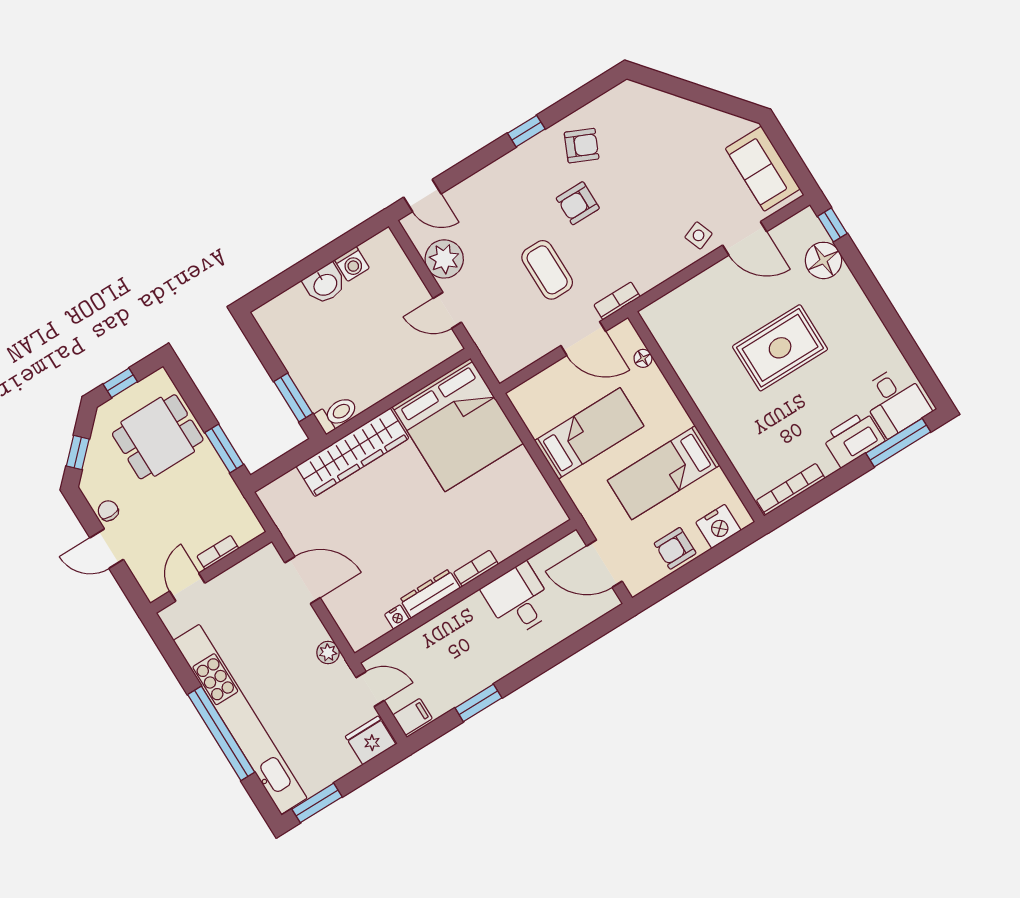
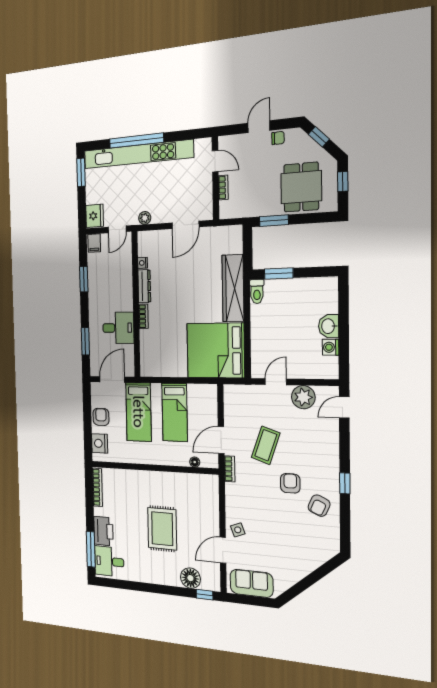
coffee table: (547, 270) -> (266, 445), turned -71
bed: (663, 473) -> (139, 412), moved, turned 180
window: (574, 644) -> (85, 341), added

